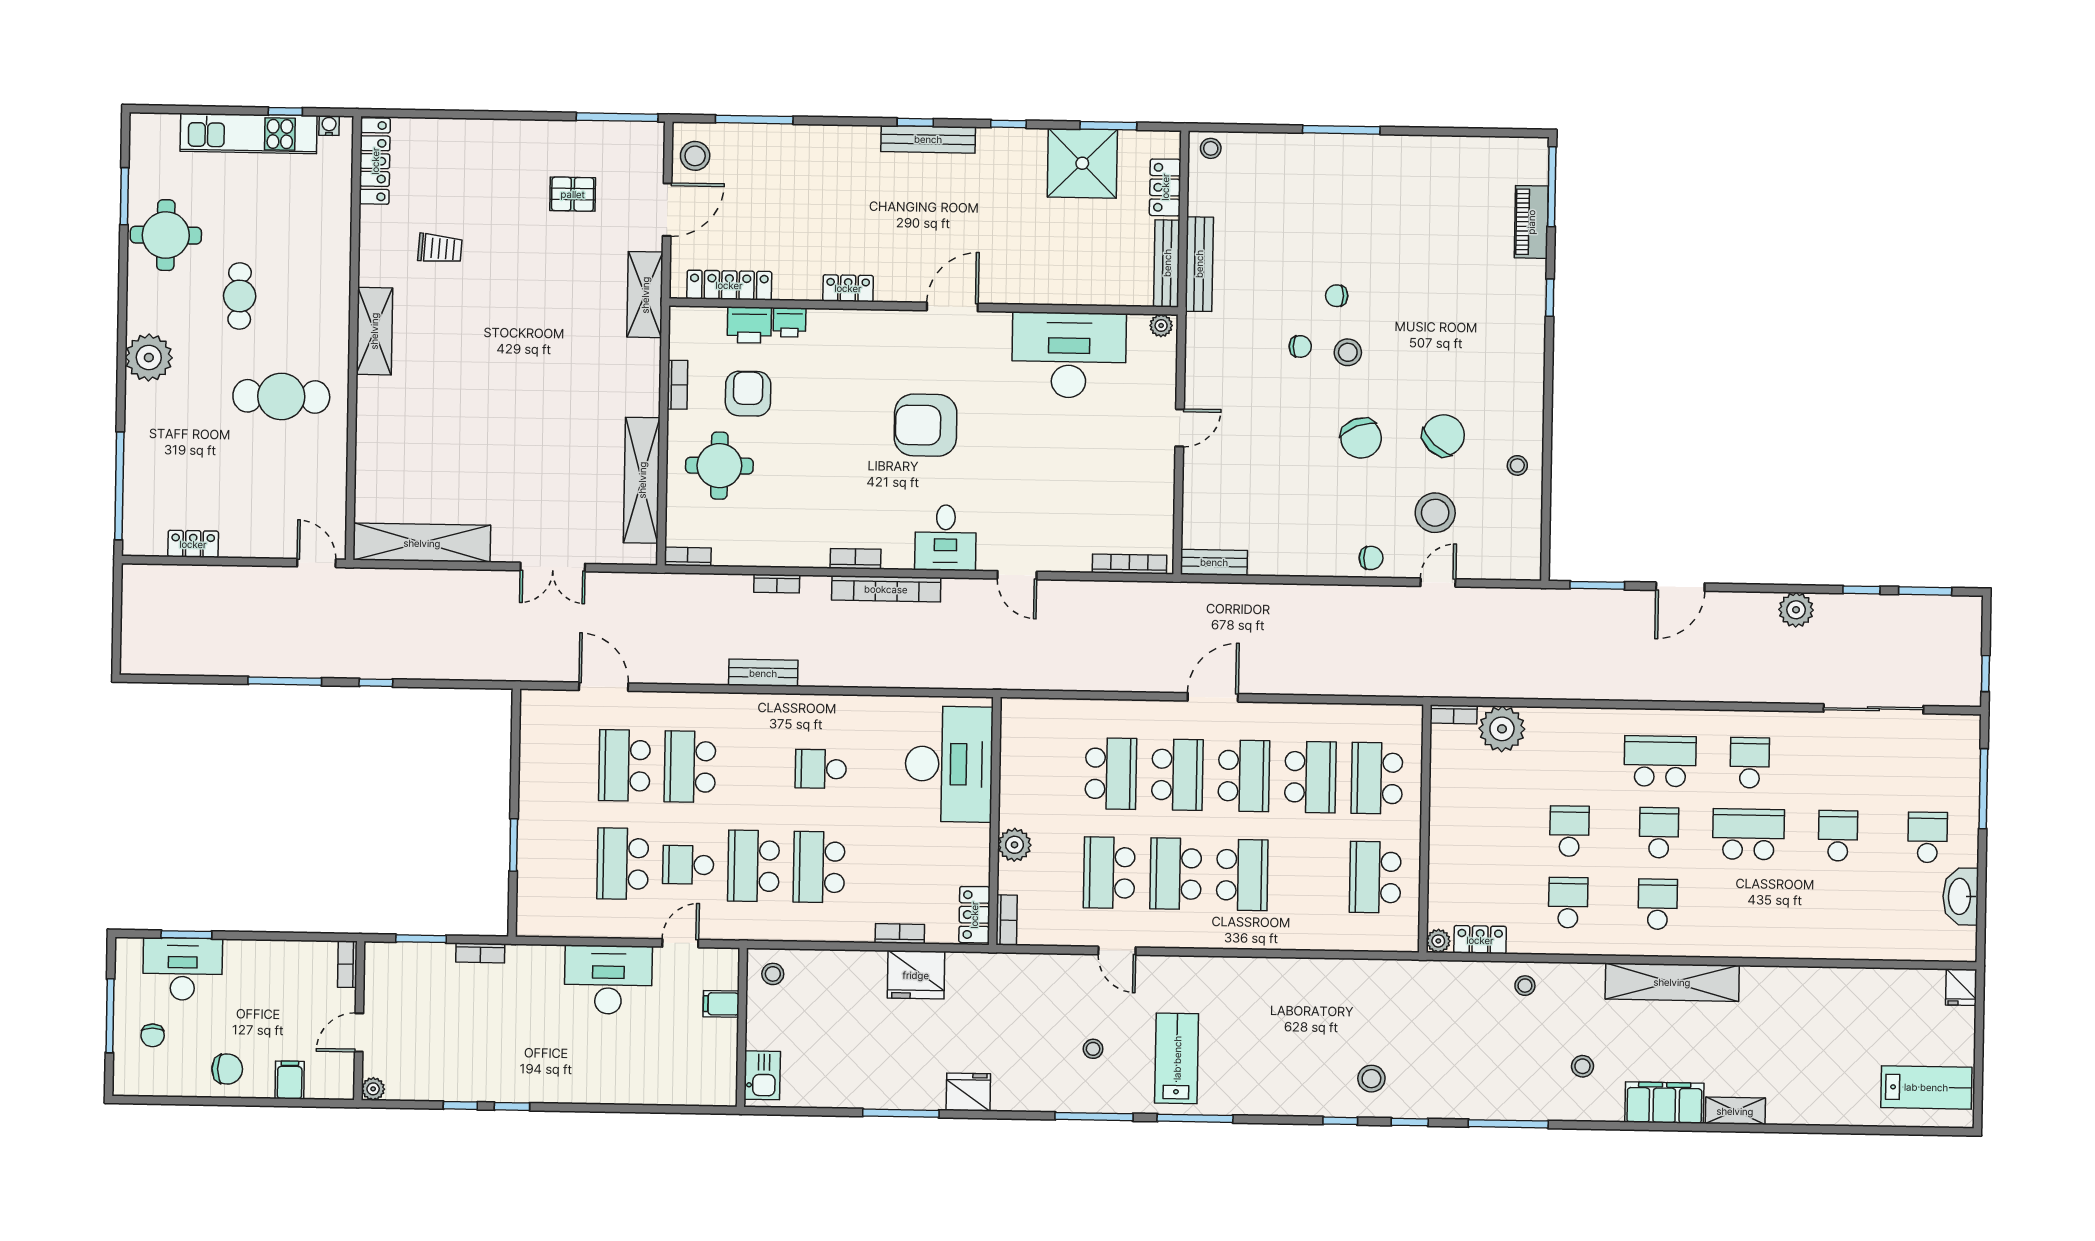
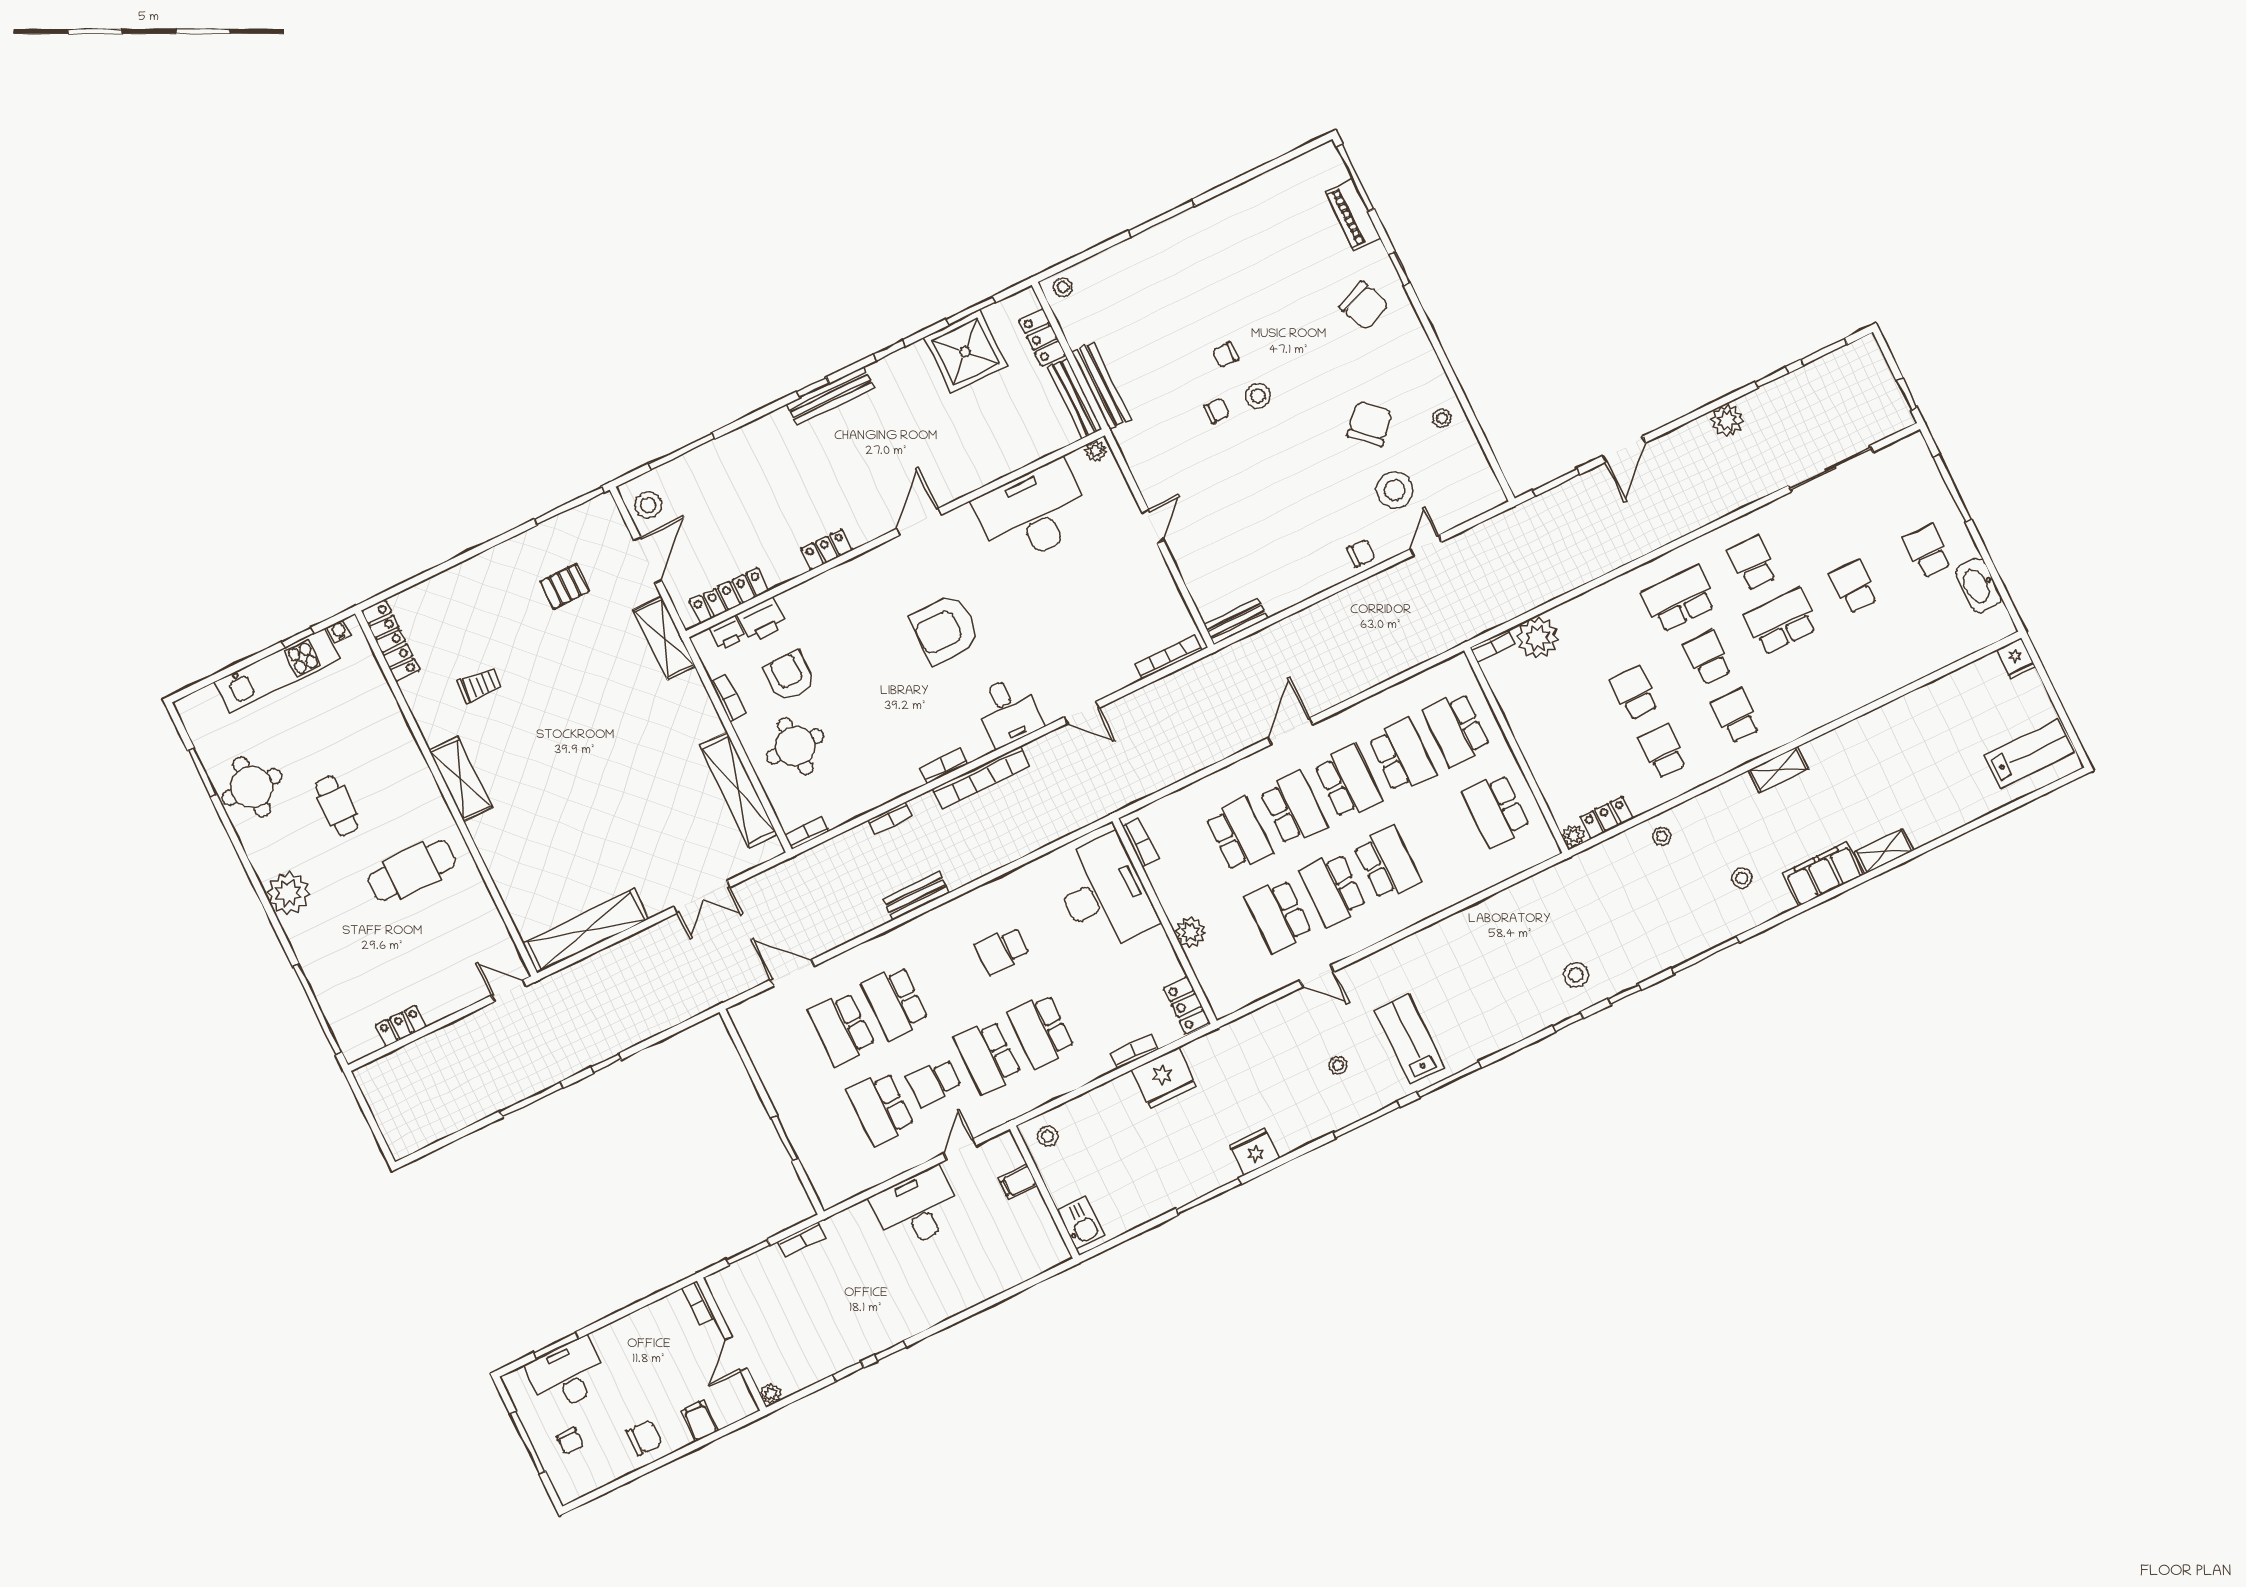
printer: (790, 322) -> (728, 633), moved
chair: (1361, 438) -> (1364, 306), moved
bookcase: (1007, 920) -> (1140, 843), moved
shelving: (1672, 982) -> (1778, 769), width x0.45, depth x0.75

